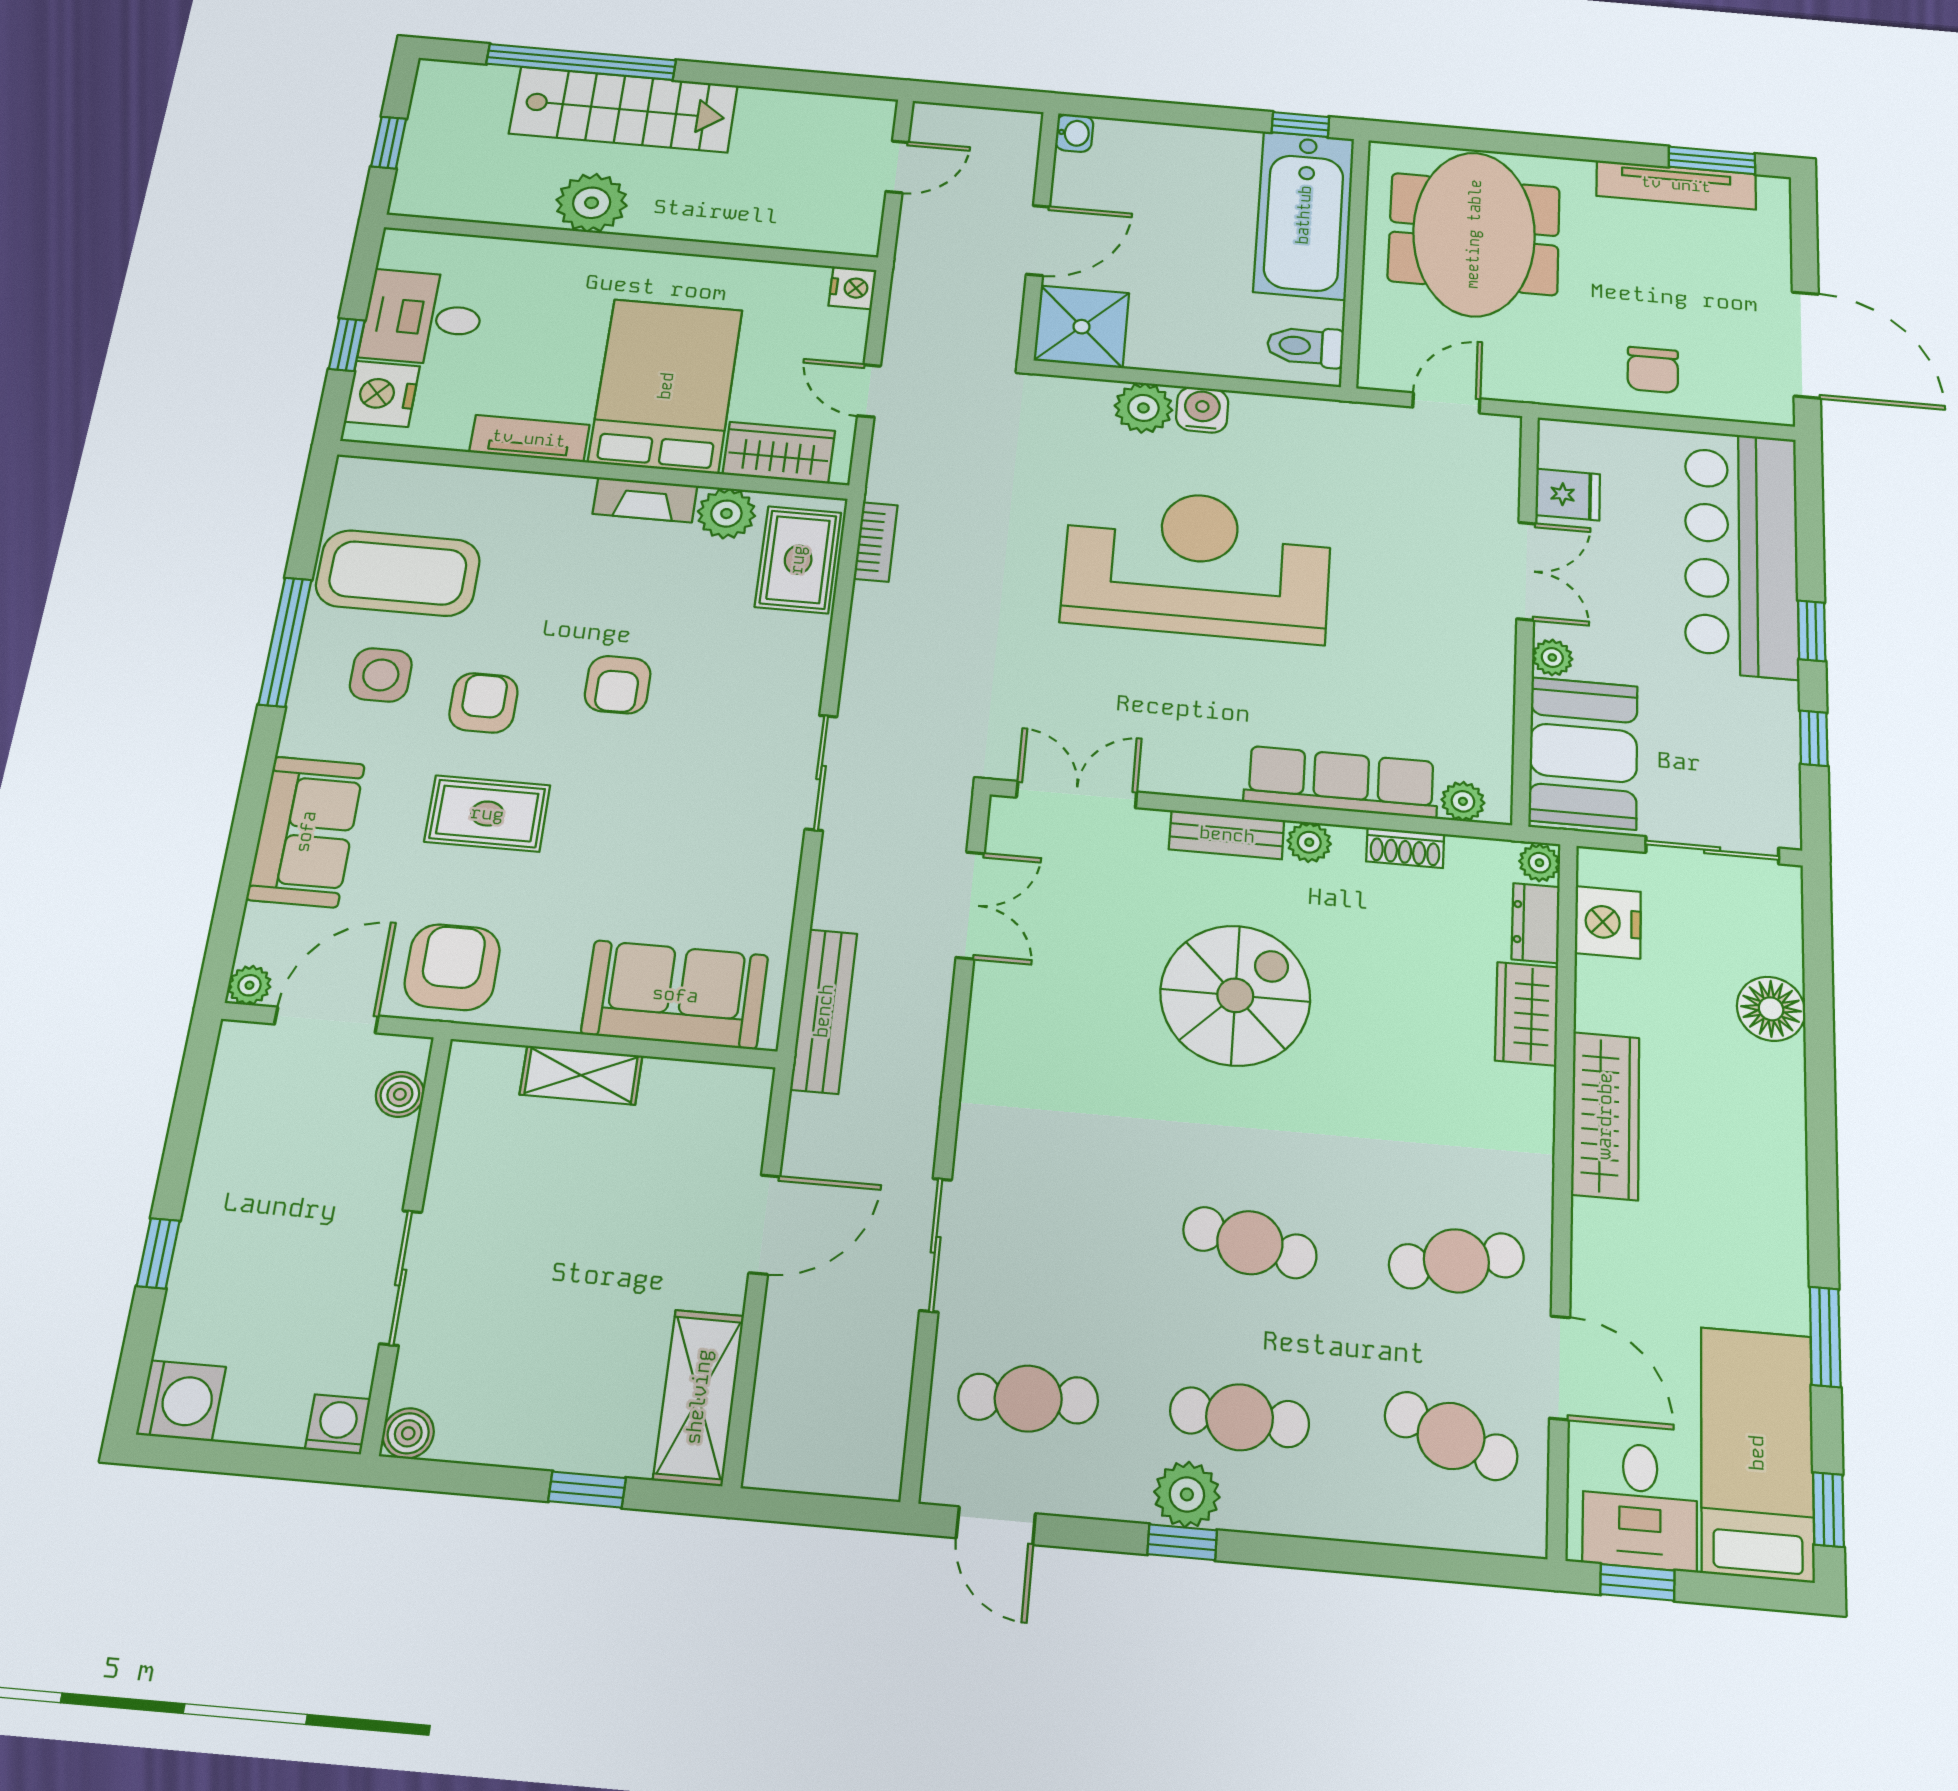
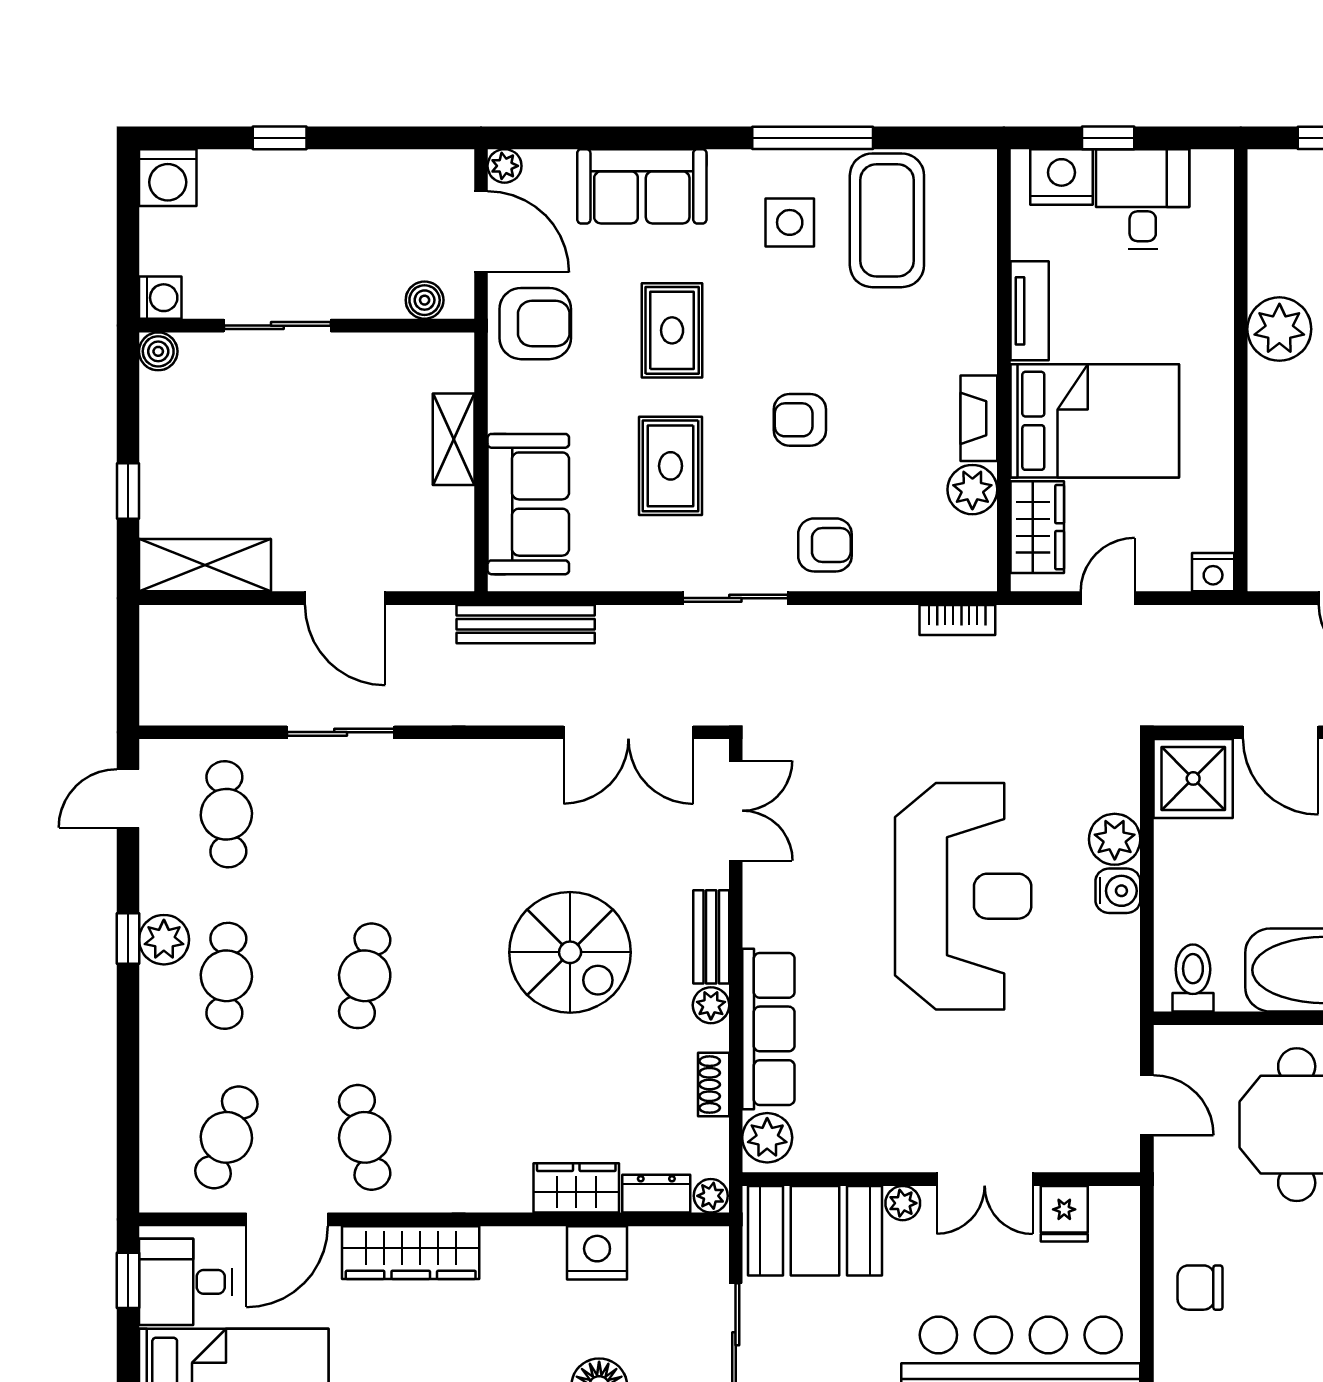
rug: (798, 560) -> (671, 466), moved, turned 90
armchair: (483, 703) -> (825, 545), moved
plant: (1463, 801) -> (767, 1138), width x1.38, depth x1.38
double door: (970, 905) -> (628, 732), width x1.37
nightstand: (1608, 922) -> (597, 1253), moved
wardrobe: (1605, 1116) -> (411, 1253), moved

